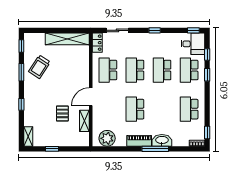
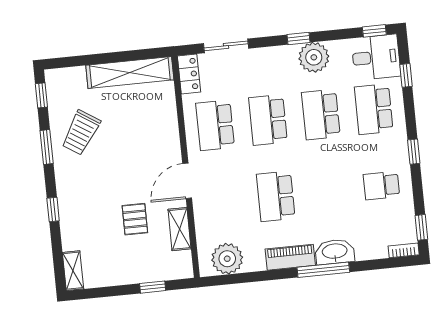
plant: (161, 41) -> (314, 57), added
window: (207, 75) -> (414, 152), moved
school desk: (189, 109) -> (382, 186), width x0.54
window: (52, 149) -> (153, 287), moved

